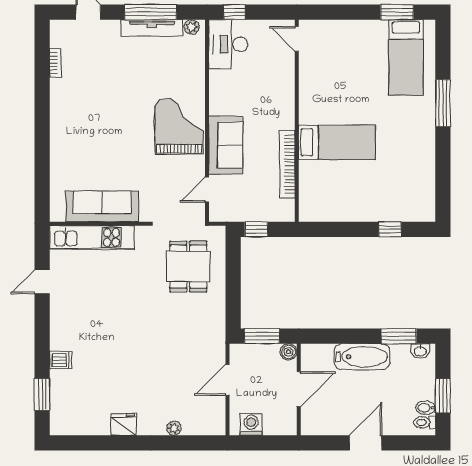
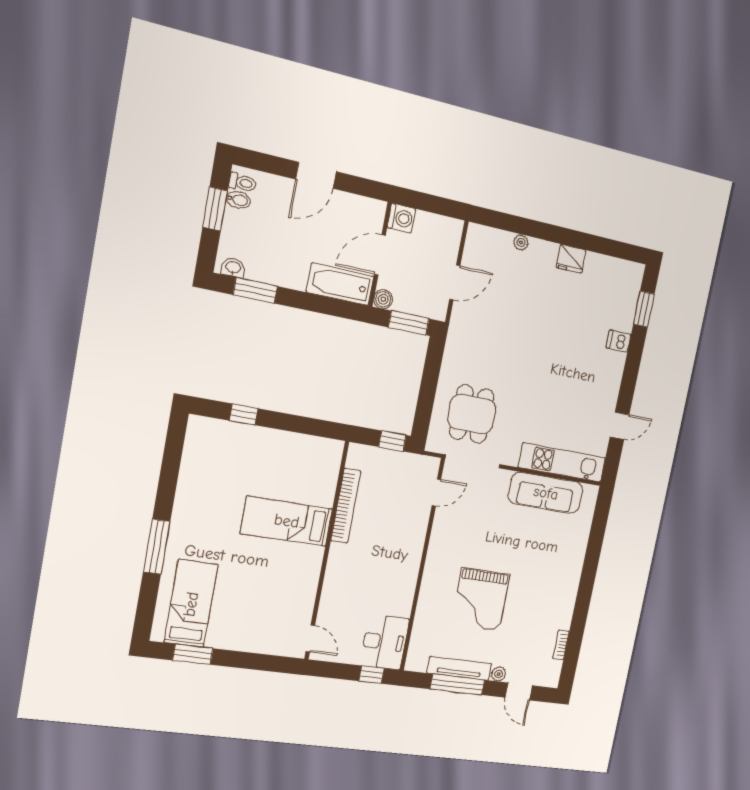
plant: (192, 27) -> (499, 674), moved
grand piano: (179, 126) -> (480, 599), moved
sofa: (226, 145) -> (408, 536), removed
bathtub: (362, 357) -> (340, 284), moved
washing machine: (251, 424) -> (401, 218), moved, turned -90

